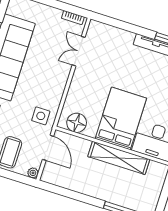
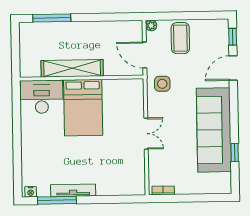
double door: (79, 51) -> (146, 134), moved
floor lamp: (77, 123) -> (125, 89), removed

